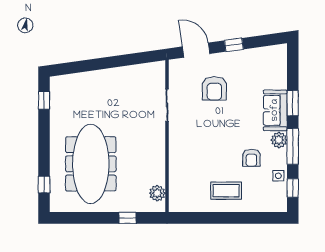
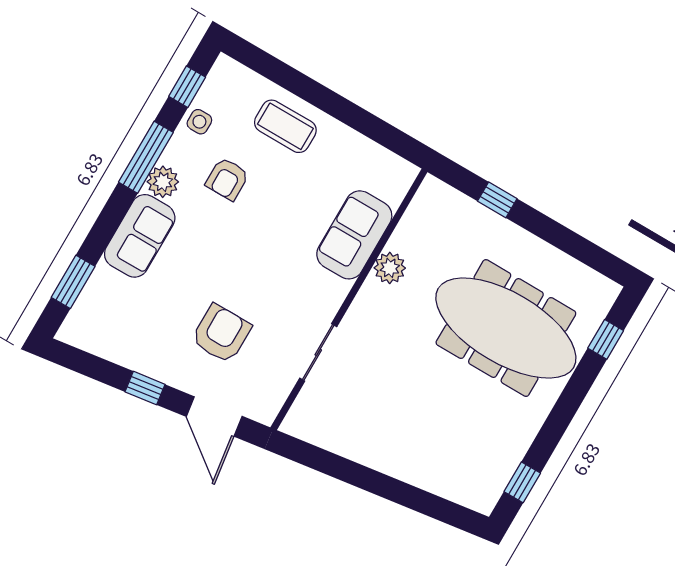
window: (293, 103) -> (73, 282), moved
armchair: (251, 158) -> (227, 179), turned 180
meeting table: (91, 164) -> (506, 328), turned 90
sofa: (181, 166) -> (354, 235), added
coffee table: (226, 191) -> (285, 126), moved
plant: (157, 193) -> (390, 268), moved

